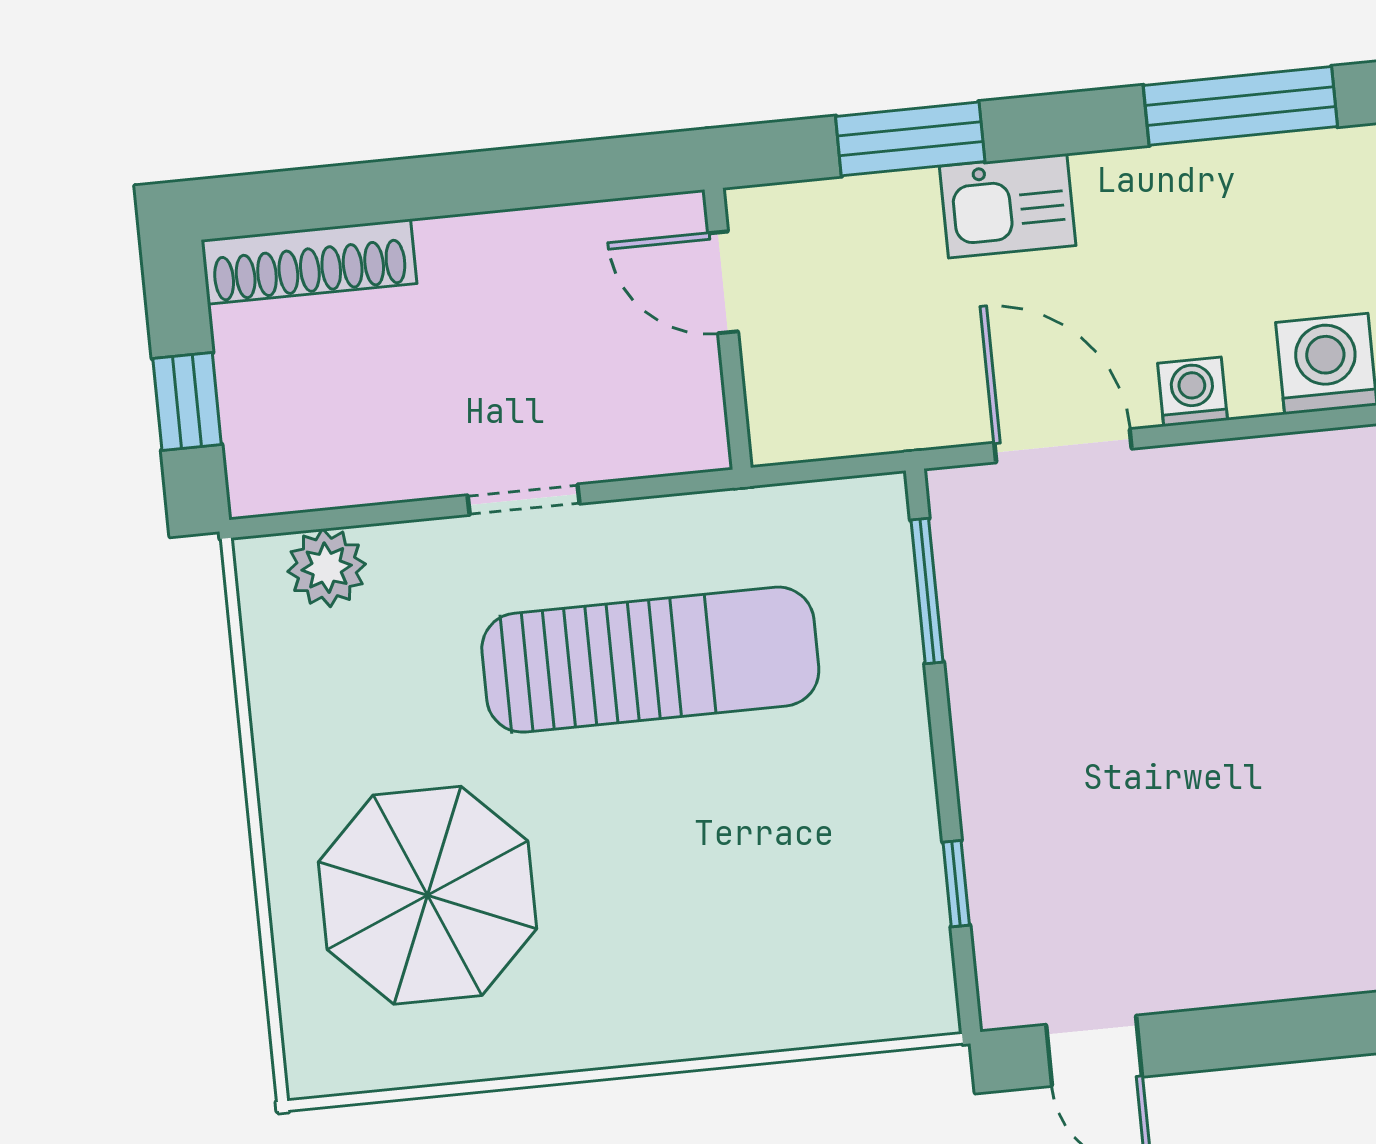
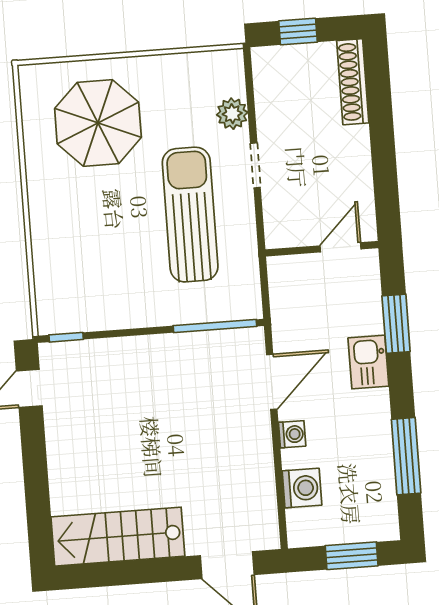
plant: (327, 568) -> (232, 114), moved
window: (927, 591) -> (215, 326), width x1.44
sun lounger: (650, 660) -> (190, 215), turned 180
window: (956, 884) -> (66, 337), moved

